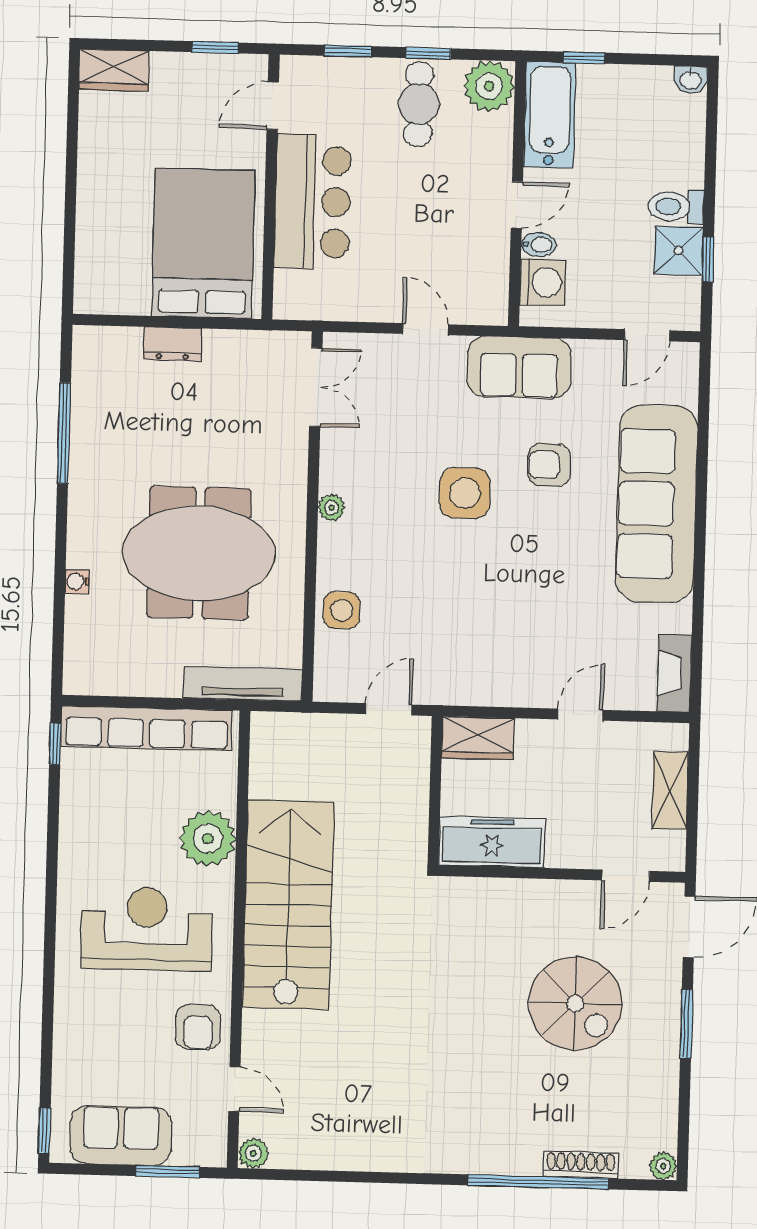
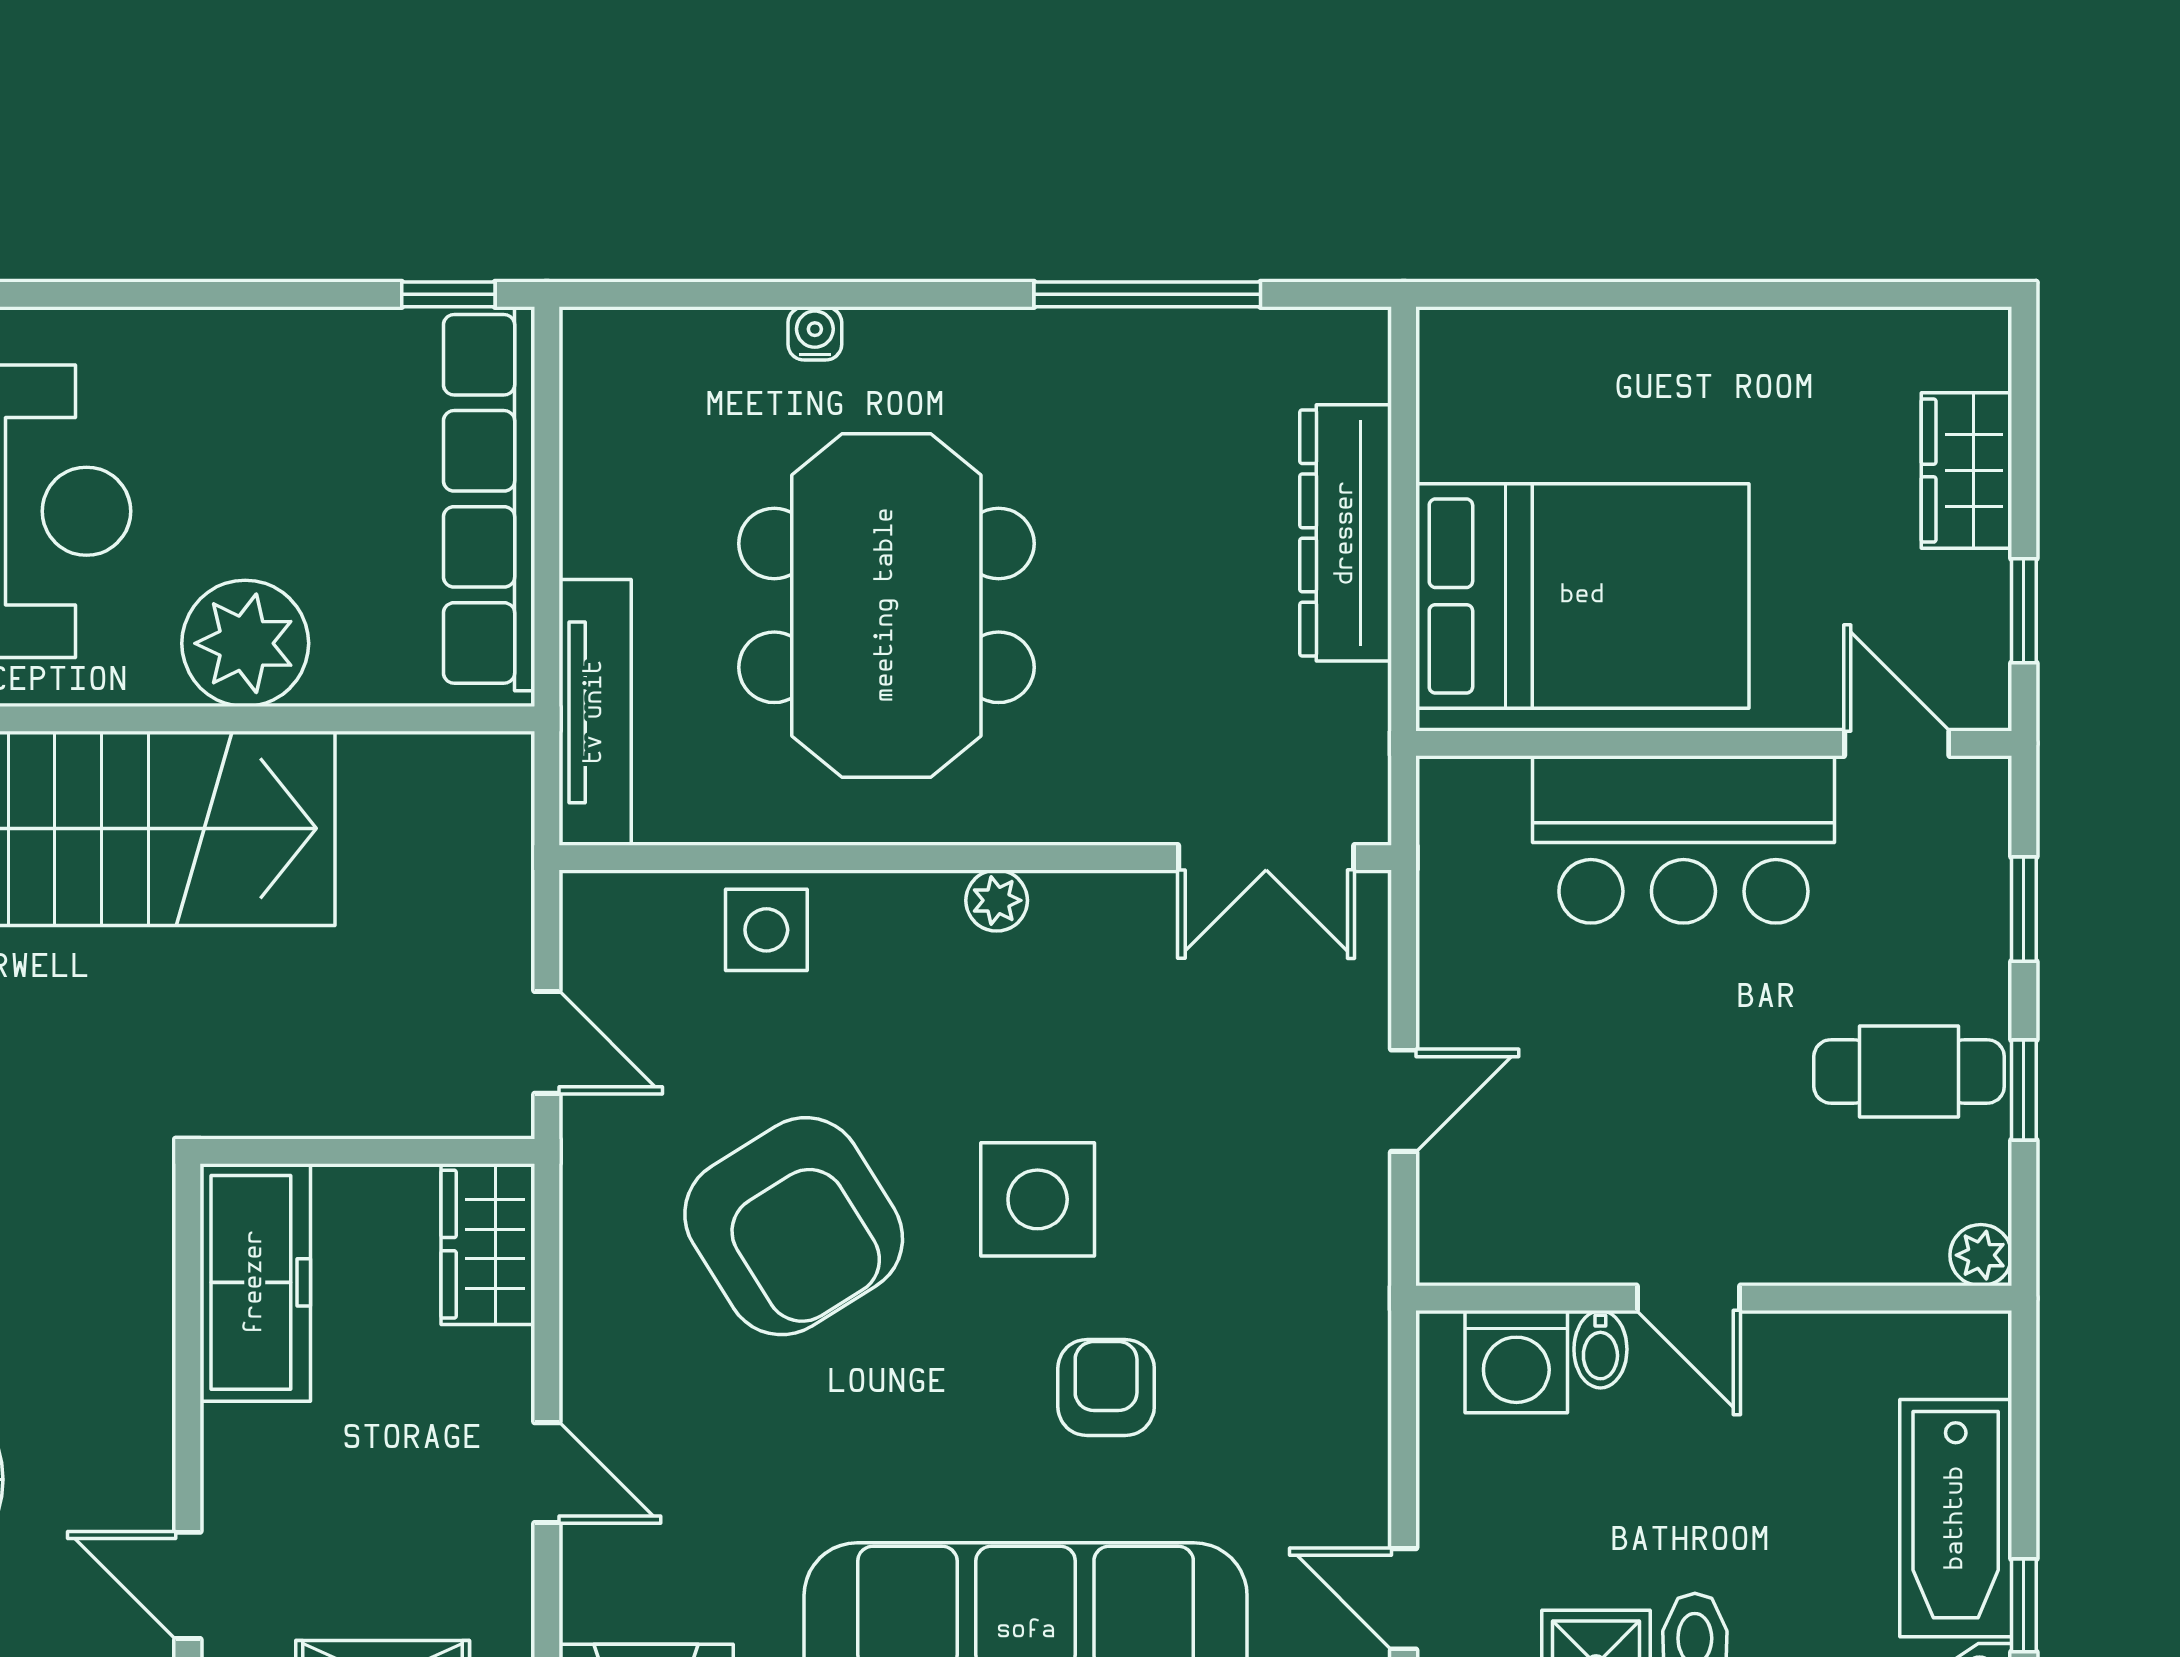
window: (584, 58) -> (2024, 1605), moved
wardrobe: (114, 70) -> (1967, 471), moved
plant: (489, 86) -> (1981, 1255), width x0.53, depth x0.53
bathtub: (550, 115) -> (1956, 1518), moved, turned 90
dresser: (172, 344) -> (1346, 533), width x1.96, depth x1.24
sofa: (519, 367) -> (1324, 1314), removed
armchair: (474, 602) -> (794, 1226), added

